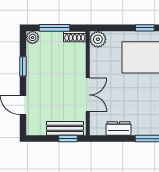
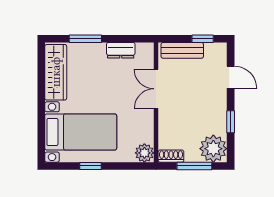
plant: (32, 37) -> (213, 149), width x1.88, depth x1.88
window: (68, 139) -> (203, 39), moved

